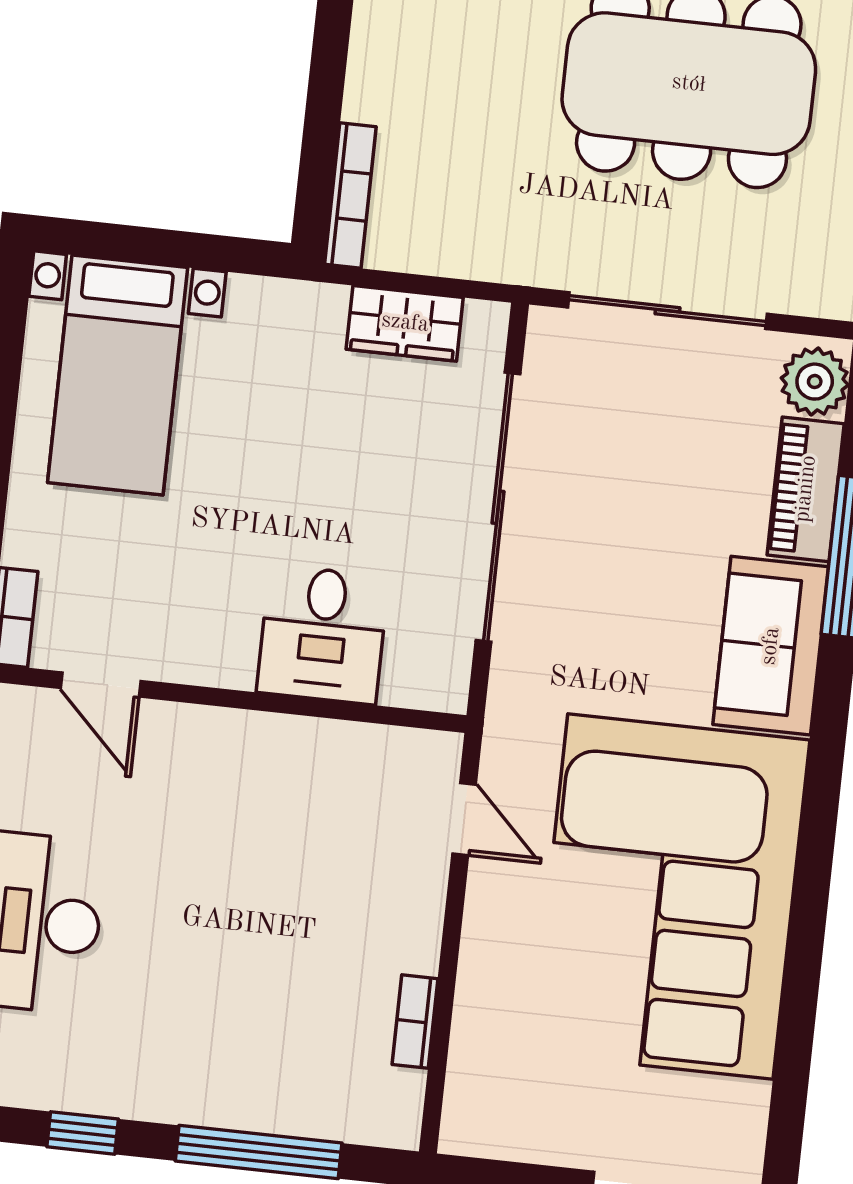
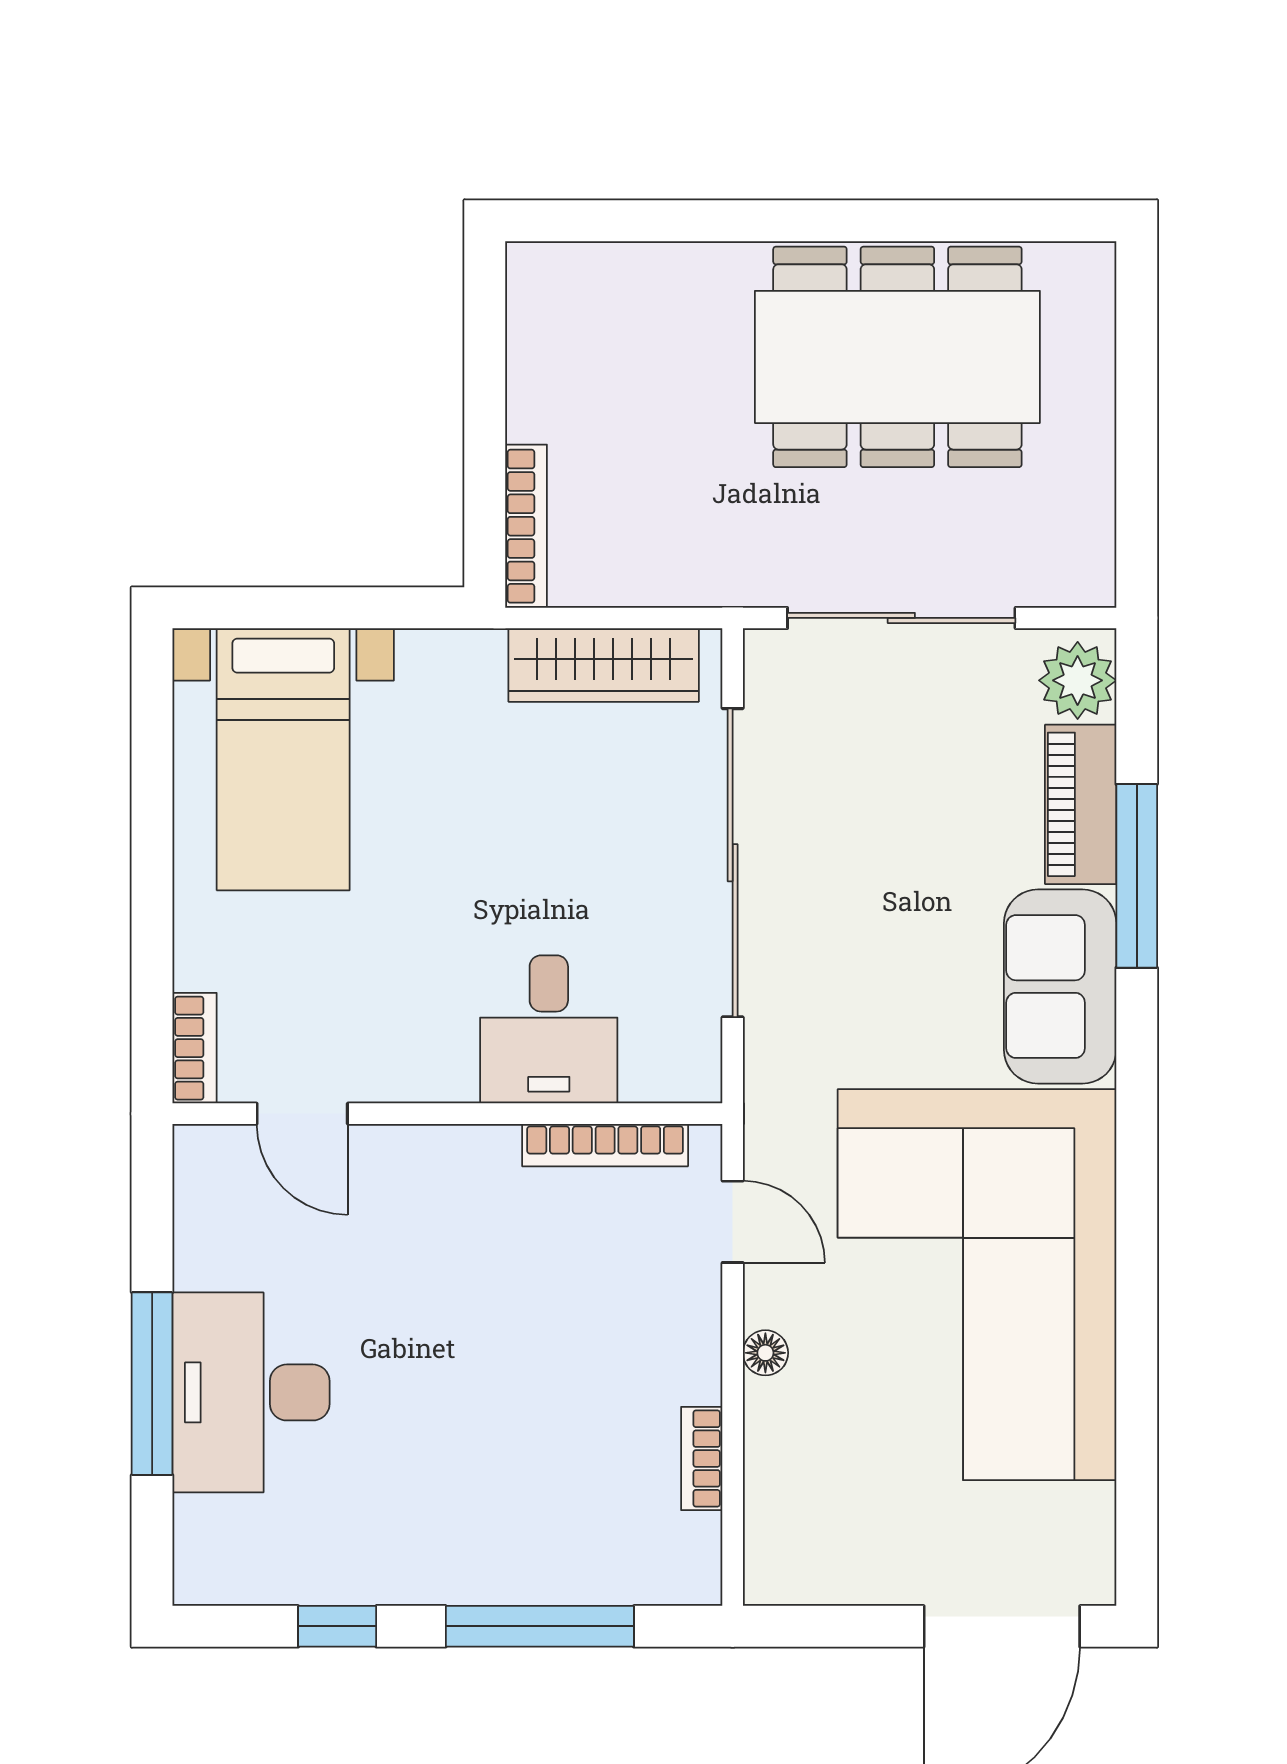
wardrobe: (405, 323) -> (604, 665), width x1.50
bookcase: (361, 740) -> (605, 1145), added
floor lamp: (480, 936) -> (765, 1353), added

